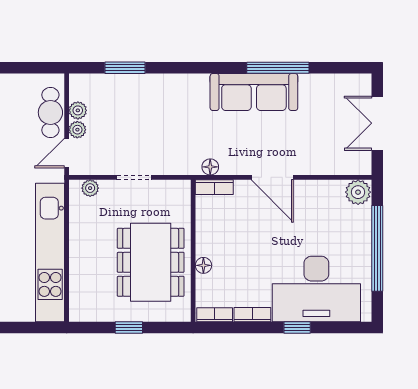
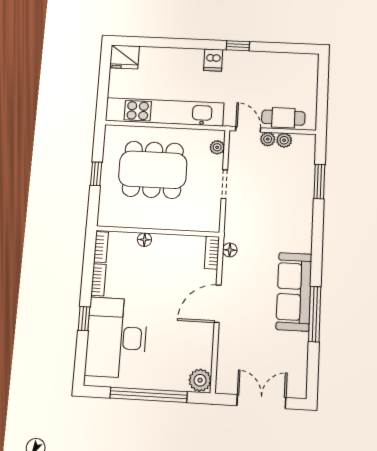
dining table: (151, 262) -> (153, 170), moved

